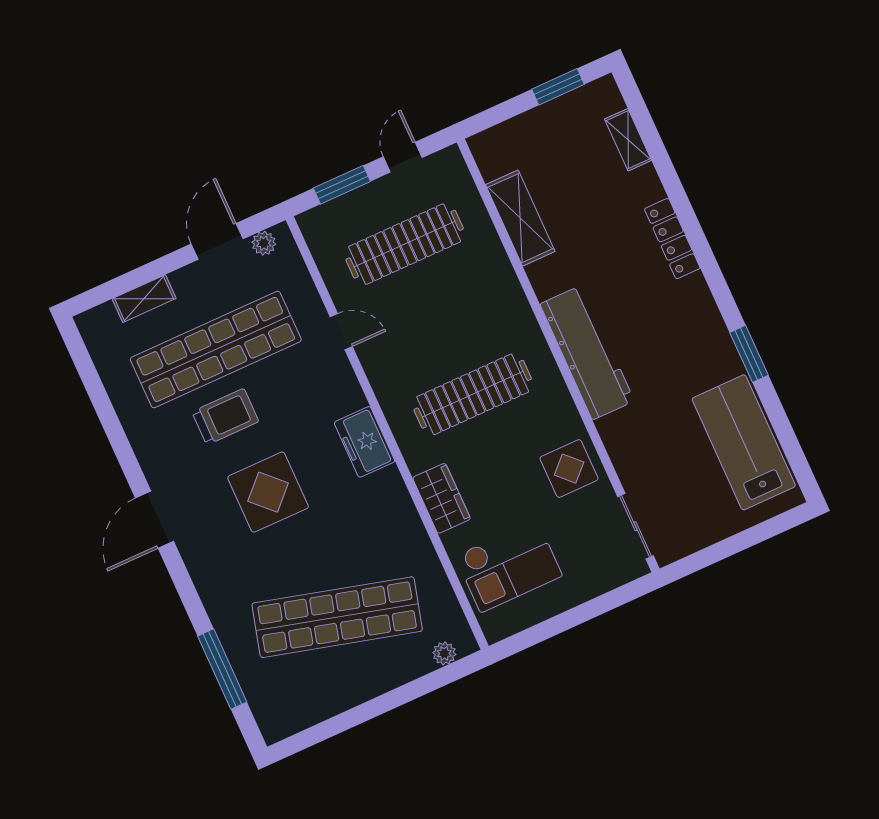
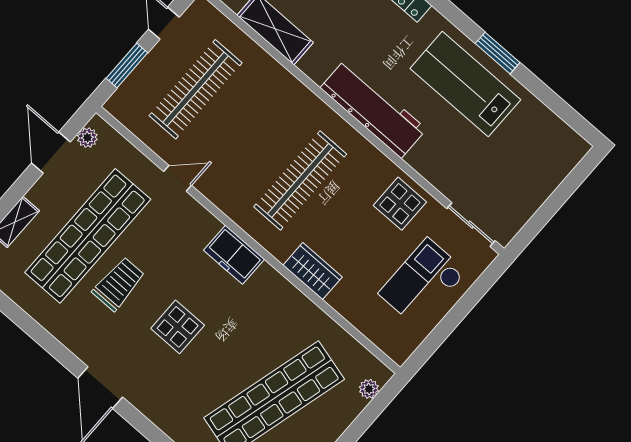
lab bench: (744, 442) -> (465, 84), moved
display table: (268, 492) -> (178, 327), width x0.73, depth x0.73
checkout: (509, 566) -> (423, 283), moved, turned 180

